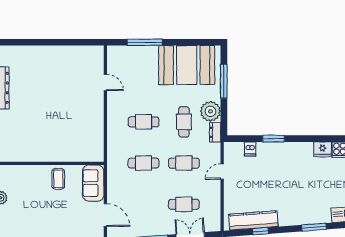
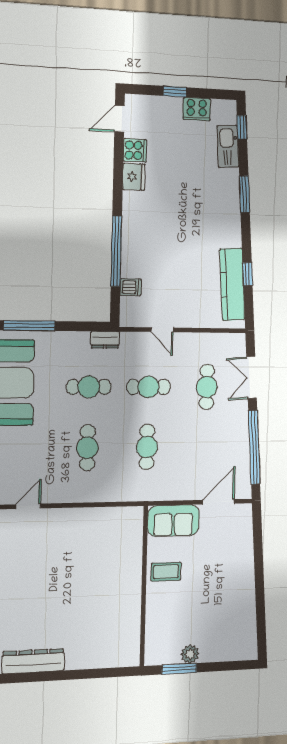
plant: (210, 111) -> (74, 347), removed
window: (273, 139) -> (116, 251), width x2.11
cafe table: (184, 163) -> (148, 387), turned 90

